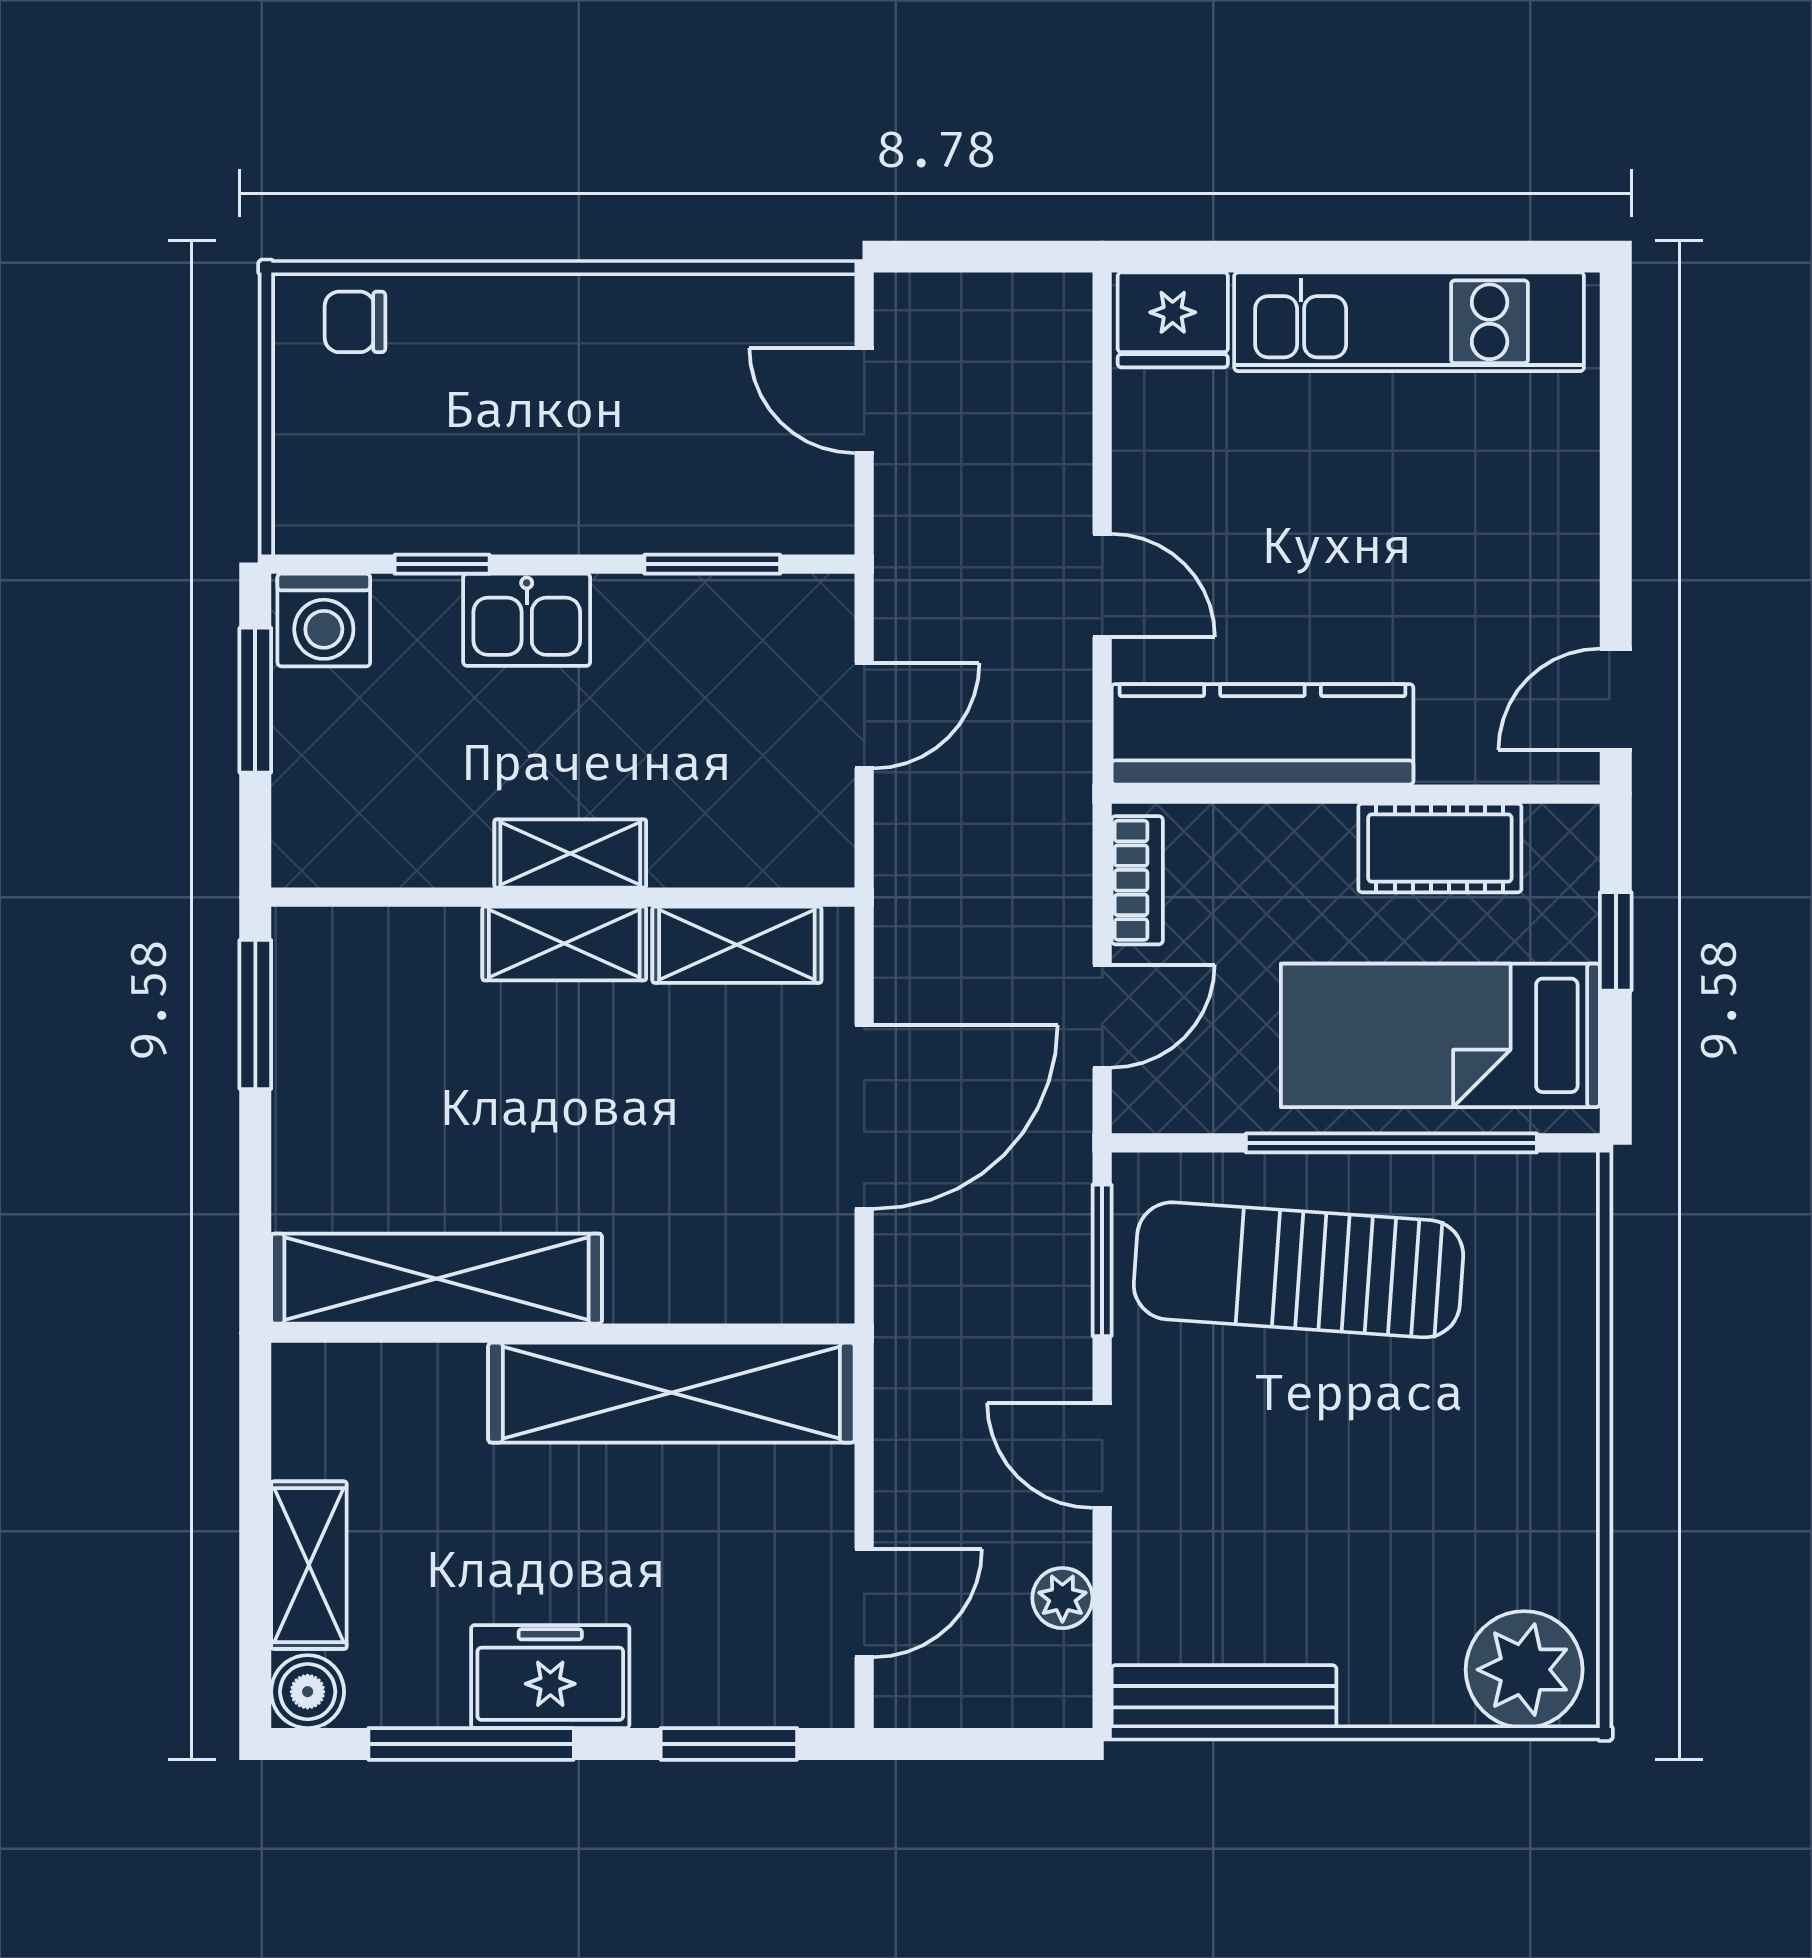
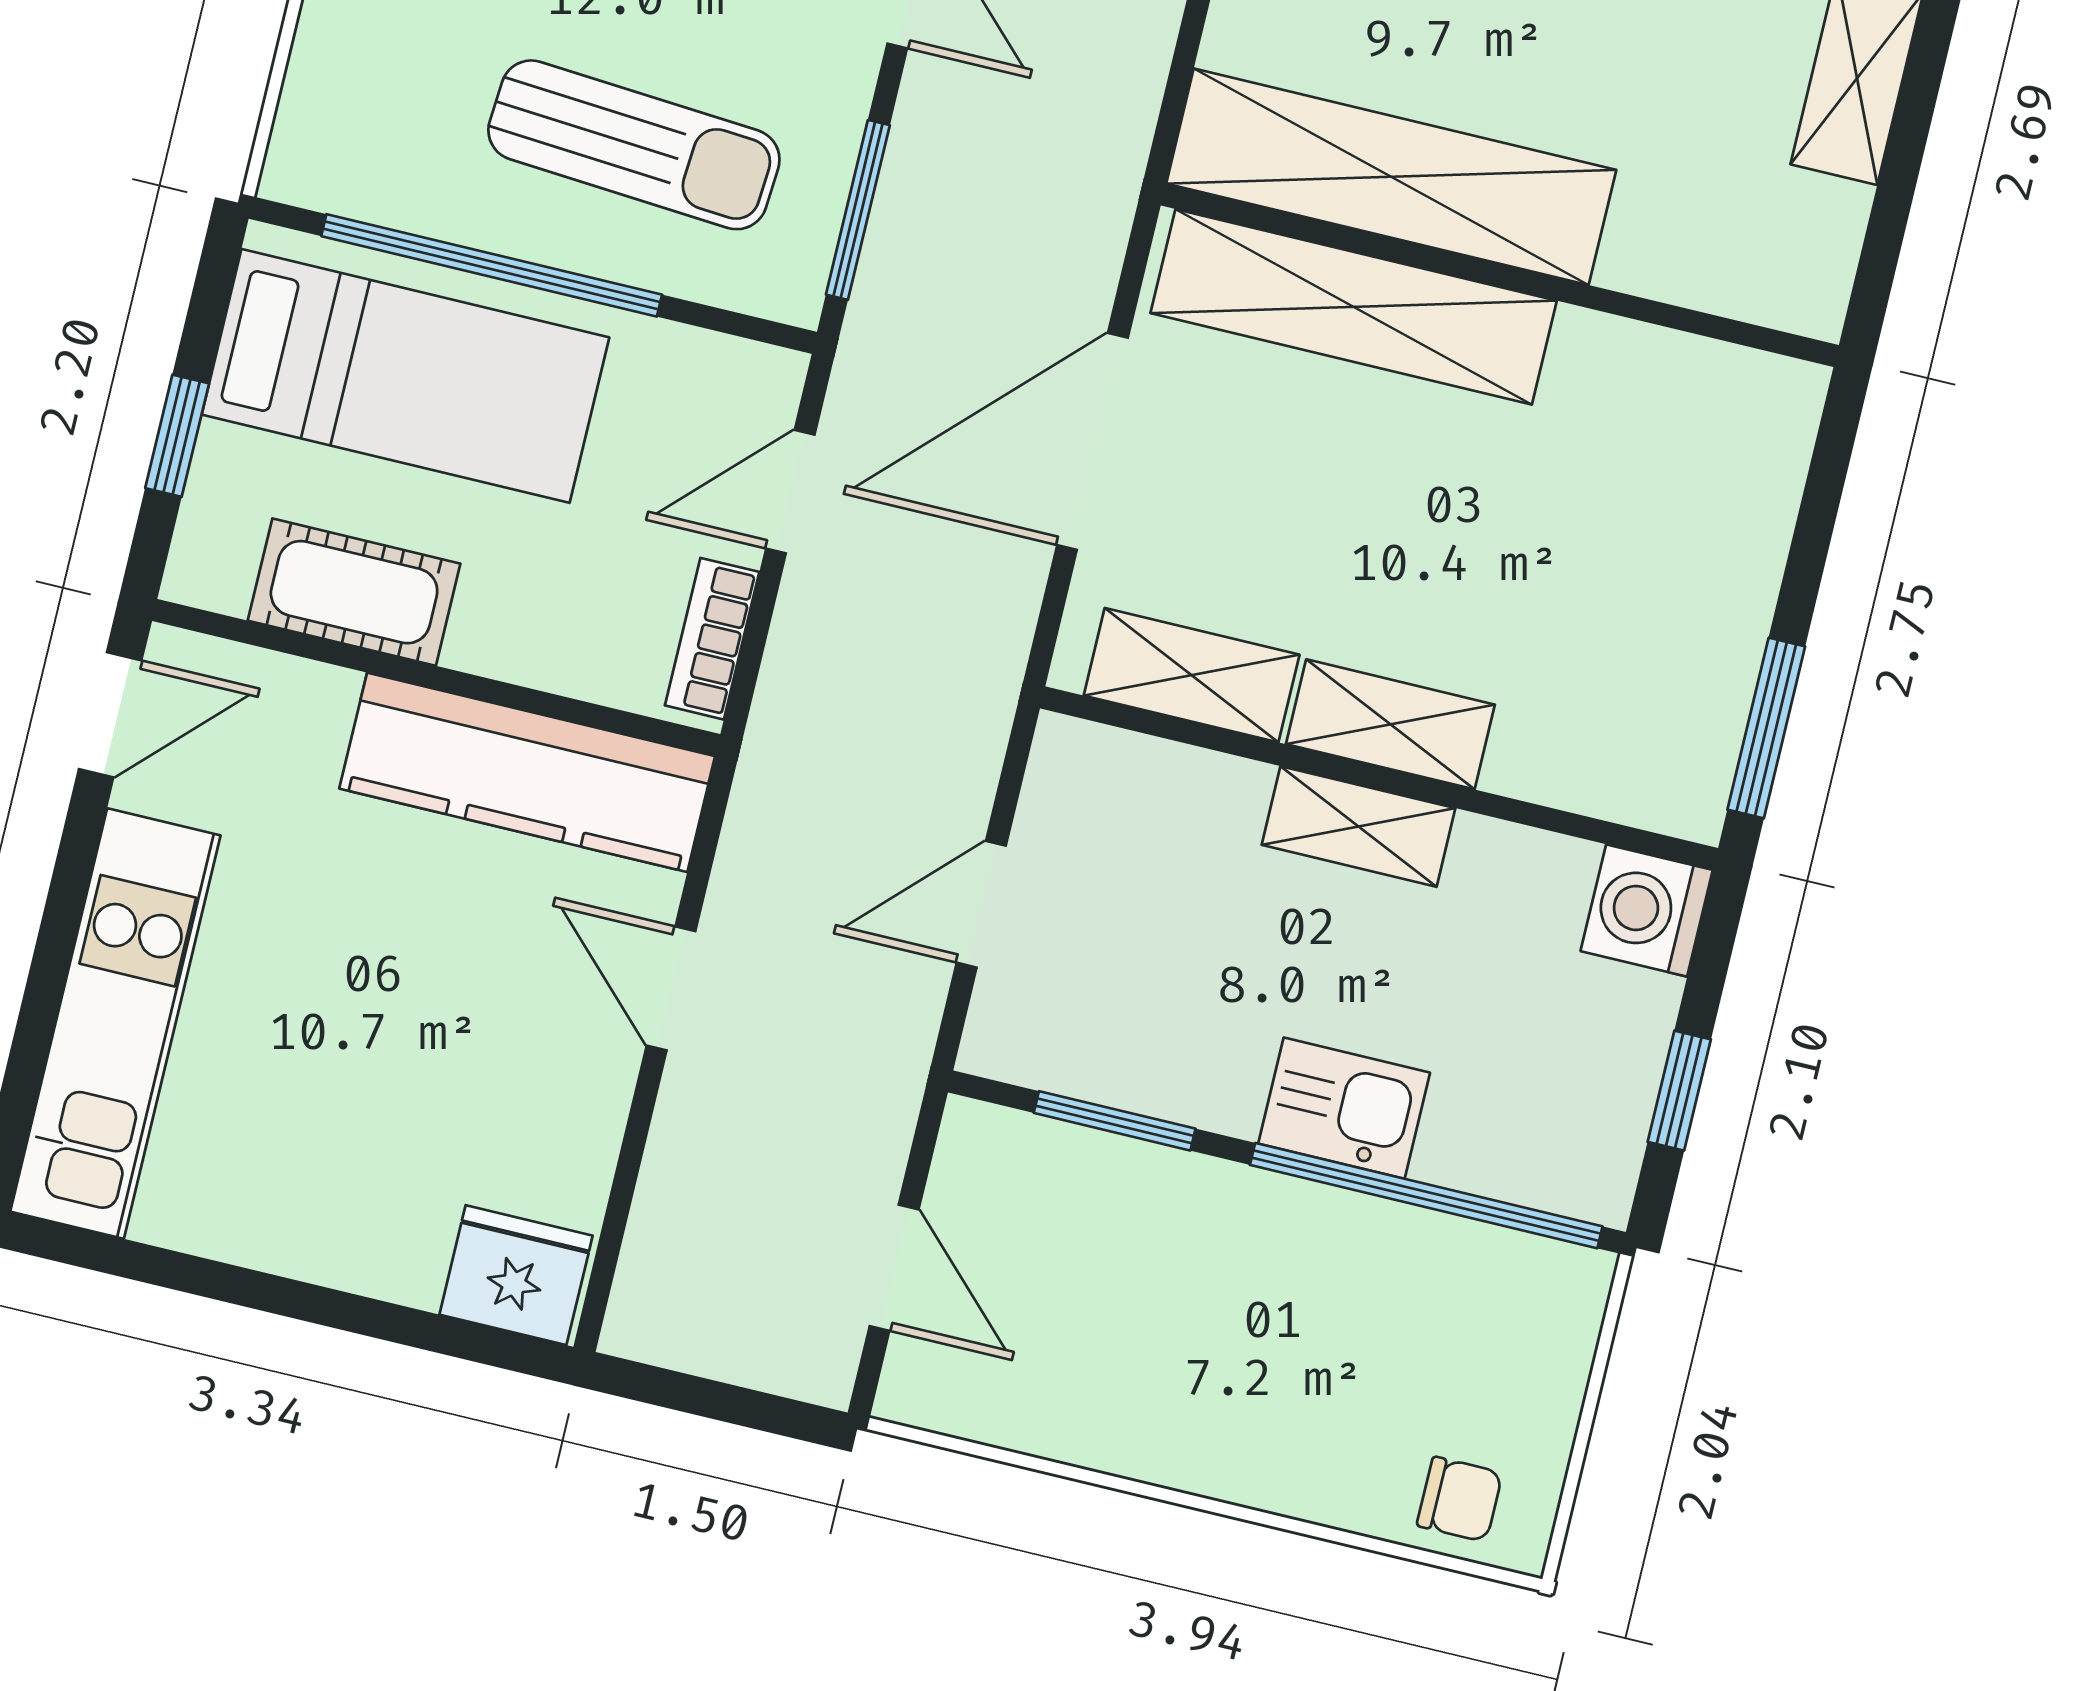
kitchen unit: (1409, 322) -> (115, 1023), moved, turned 90
window: (442, 564) -> (1426, 1196), width x3.17
washing machine: (324, 620) -> (1647, 911), moved, turned -90
window: (255, 700) -> (1679, 1091), width x0.67
sun lounger: (1298, 1270) -> (634, 145), width x0.73, depth x0.75
shelving: (437, 1279) -> (1354, 307), moved

